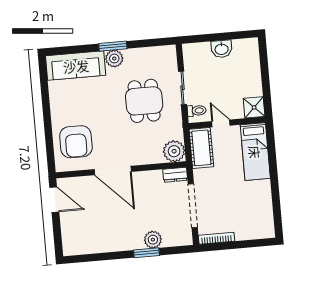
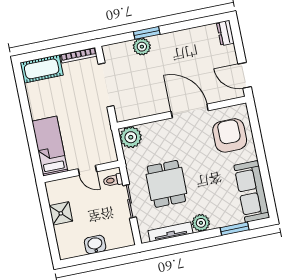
window: (113, 46) -> (235, 229), moved
tv unit: (146, 53) -> (170, 232), added
sofa: (76, 66) -> (252, 192), moved, turned -90
shower: (254, 107) -> (61, 213), moved
cot: (201, 148) -> (42, 69), moved, turned 90
dresser: (175, 175) -> (225, 33), moved, turned -90

